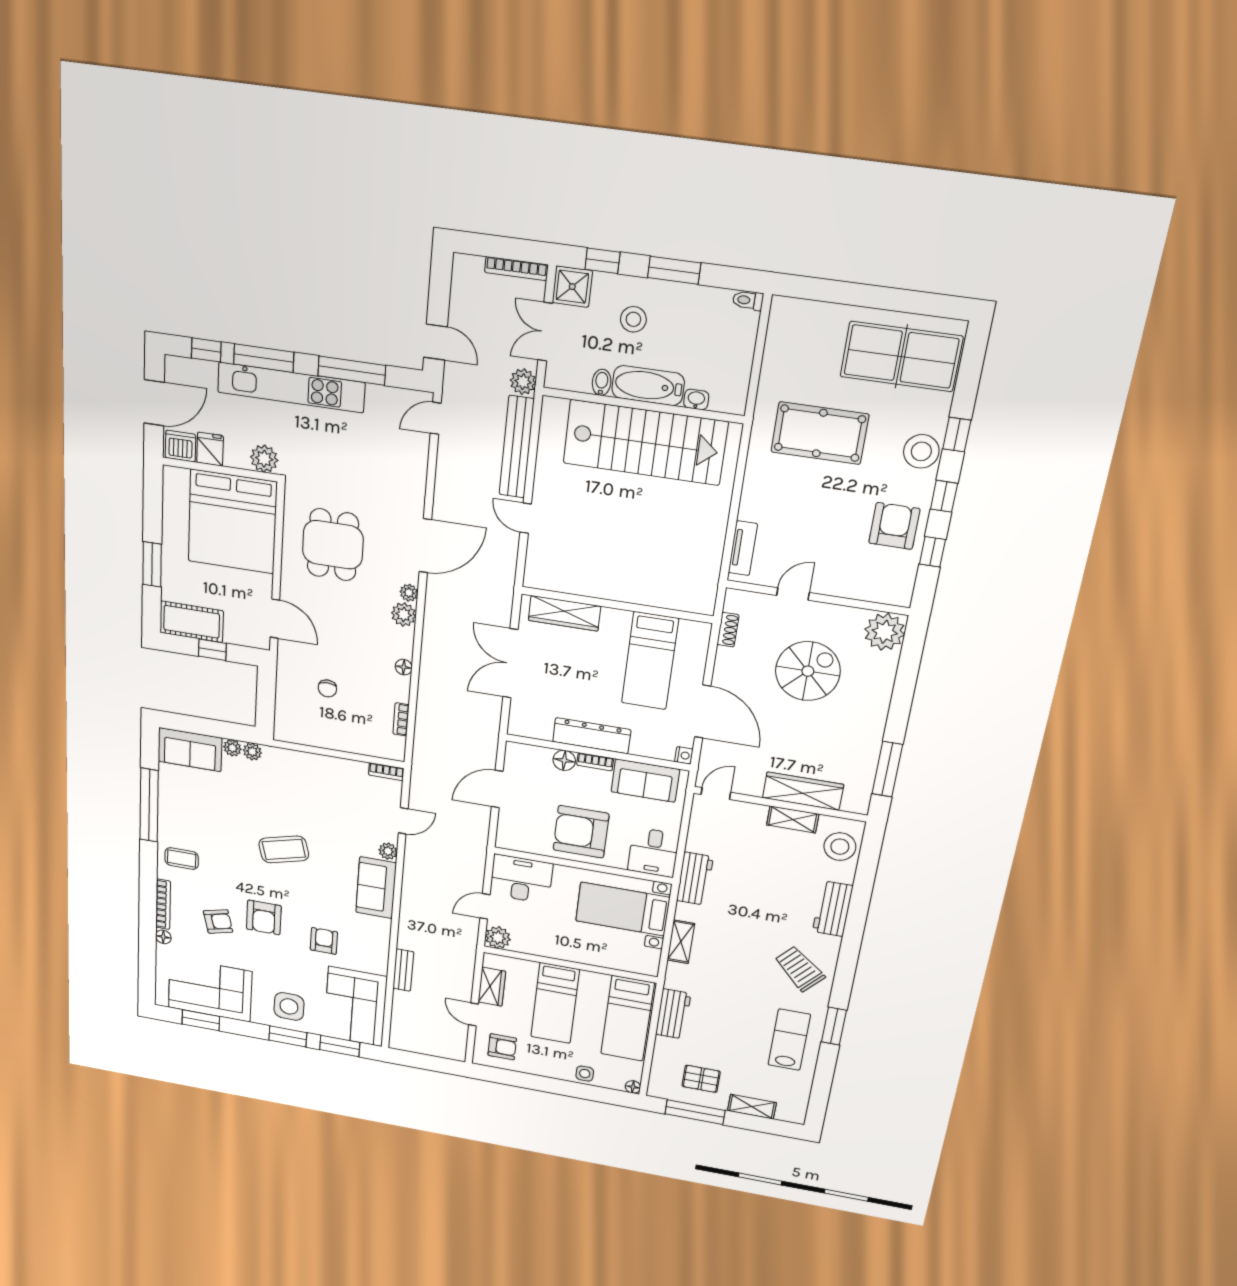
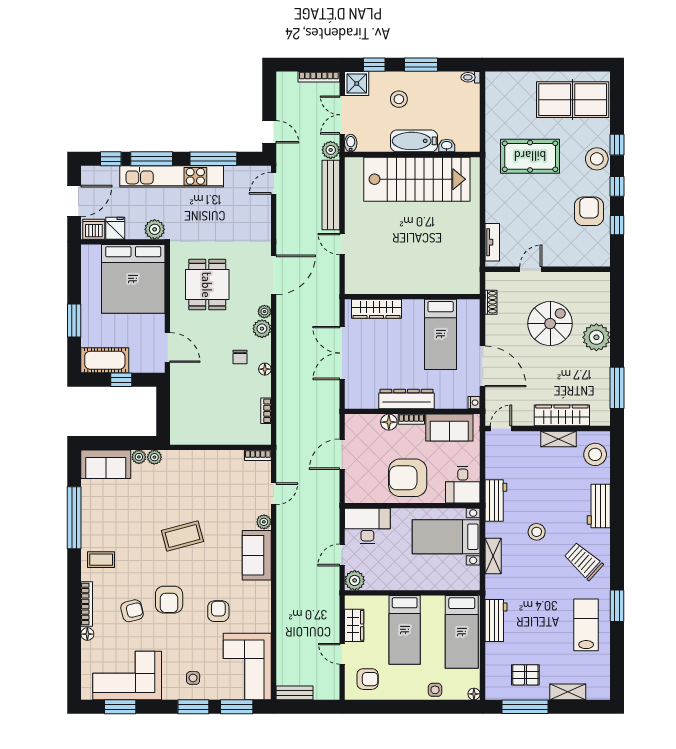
bidet: (602, 382) -> (351, 143), moved
plant: (885, 632) -> (596, 337), moved
chair: (327, 688) -> (240, 357), moved
stool: (743, 924) -> (537, 532), added
bench: (403, 970) -> (295, 693), moved, turned 90
side table: (289, 1006) -> (193, 678), width x0.54, depth x0.54

